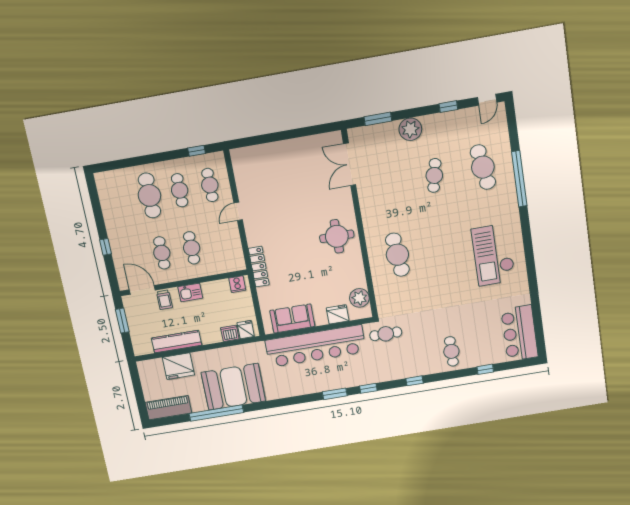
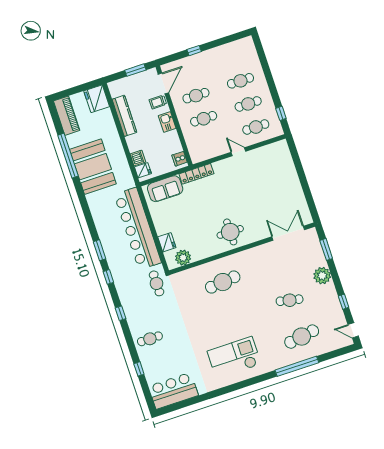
cafe table: (149, 195) -> (240, 81), width x0.73, depth x0.74
sofa: (292, 319) -> (165, 189), moved, turned 90
fridge: (178, 366) -> (97, 99), moved

